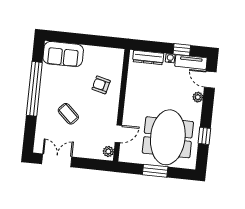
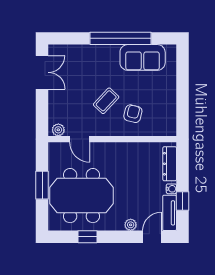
sofa: (63, 54) -> (143, 57), moved, turned -90
coffee table: (68, 114) -> (106, 101), moved

